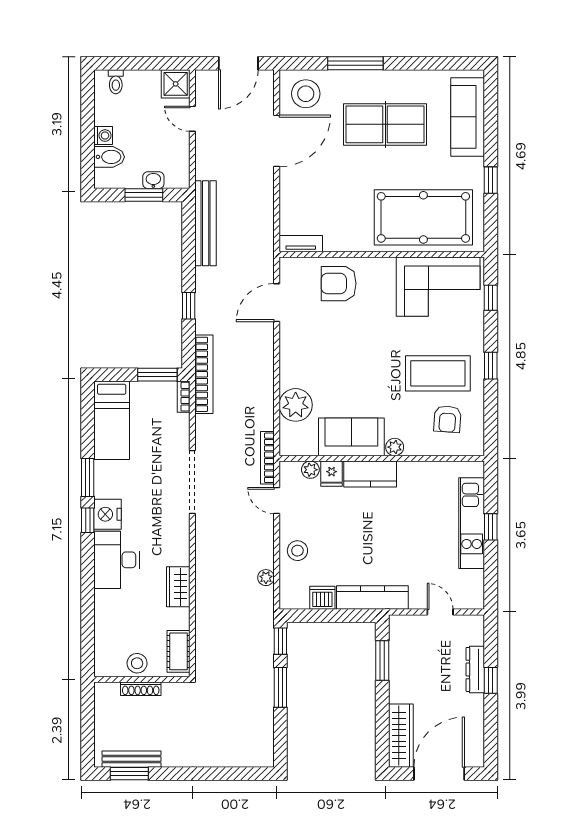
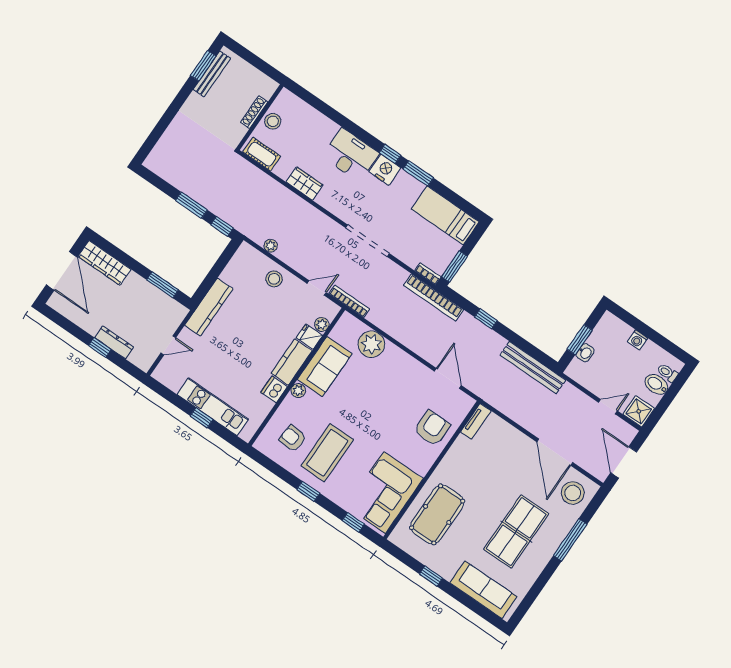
bidet: (109, 157) -> (656, 384), moved, turned 90
pool table: (423, 217) -> (437, 514), width x0.73, depth x0.76
dishwasher: (322, 598) -> (274, 389), moved, turned 180

